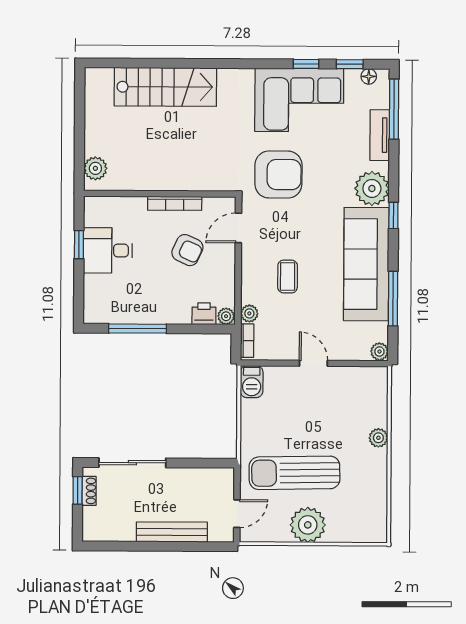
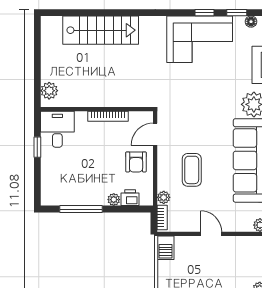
armchair: (278, 175) -> (185, 95), removed
desk: (108, 250) -> (57, 129), moved, turned 90
armchair: (187, 250) -> (136, 162), moved, turned 65
coffee table: (288, 277) -> (192, 170), width x1.36, depth x1.30
plant: (226, 316) -> (114, 200), moved

